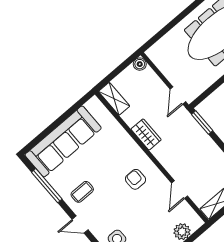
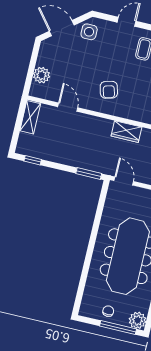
armchair: (135, 179) -> (109, 90), turned 75

